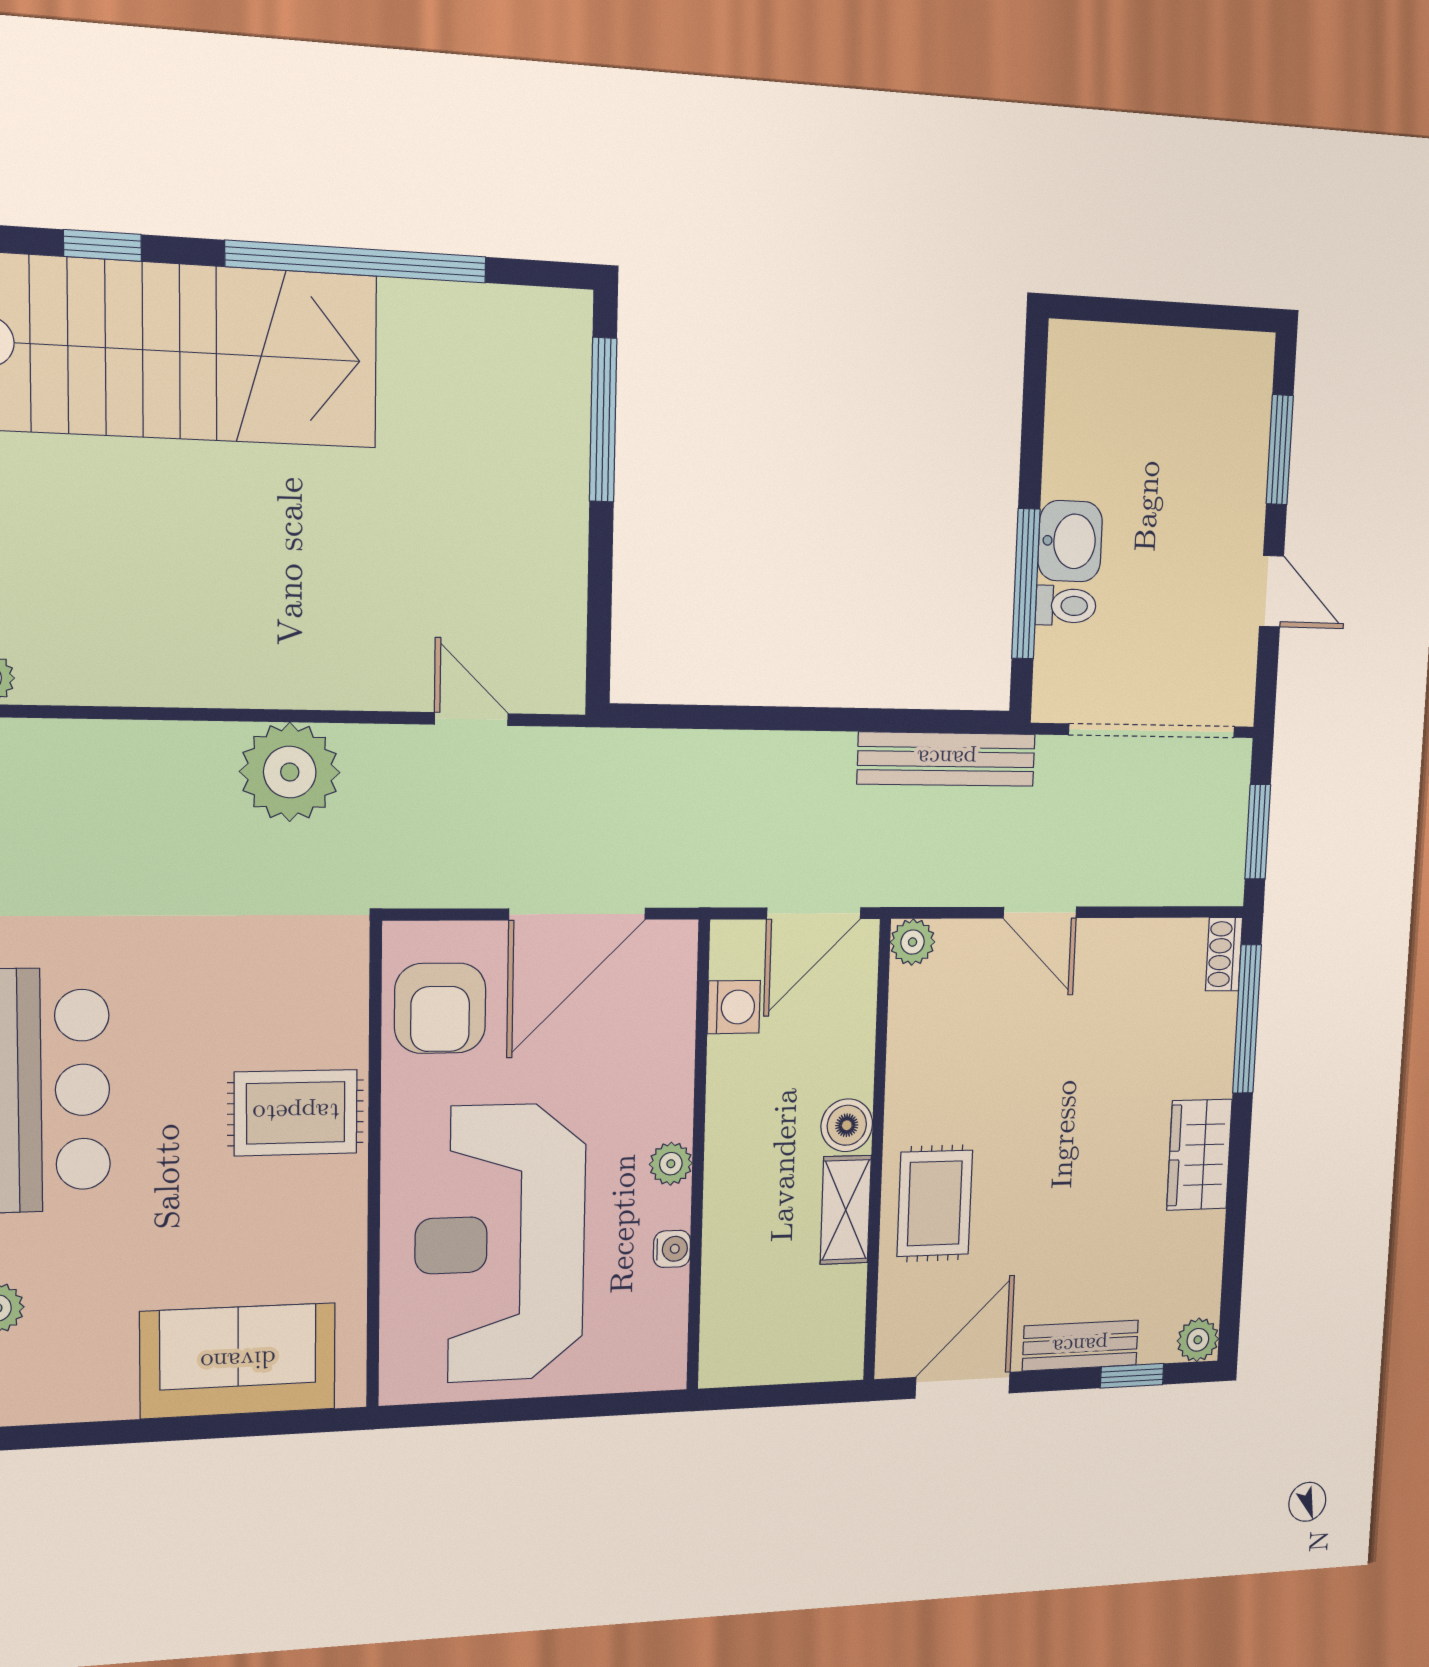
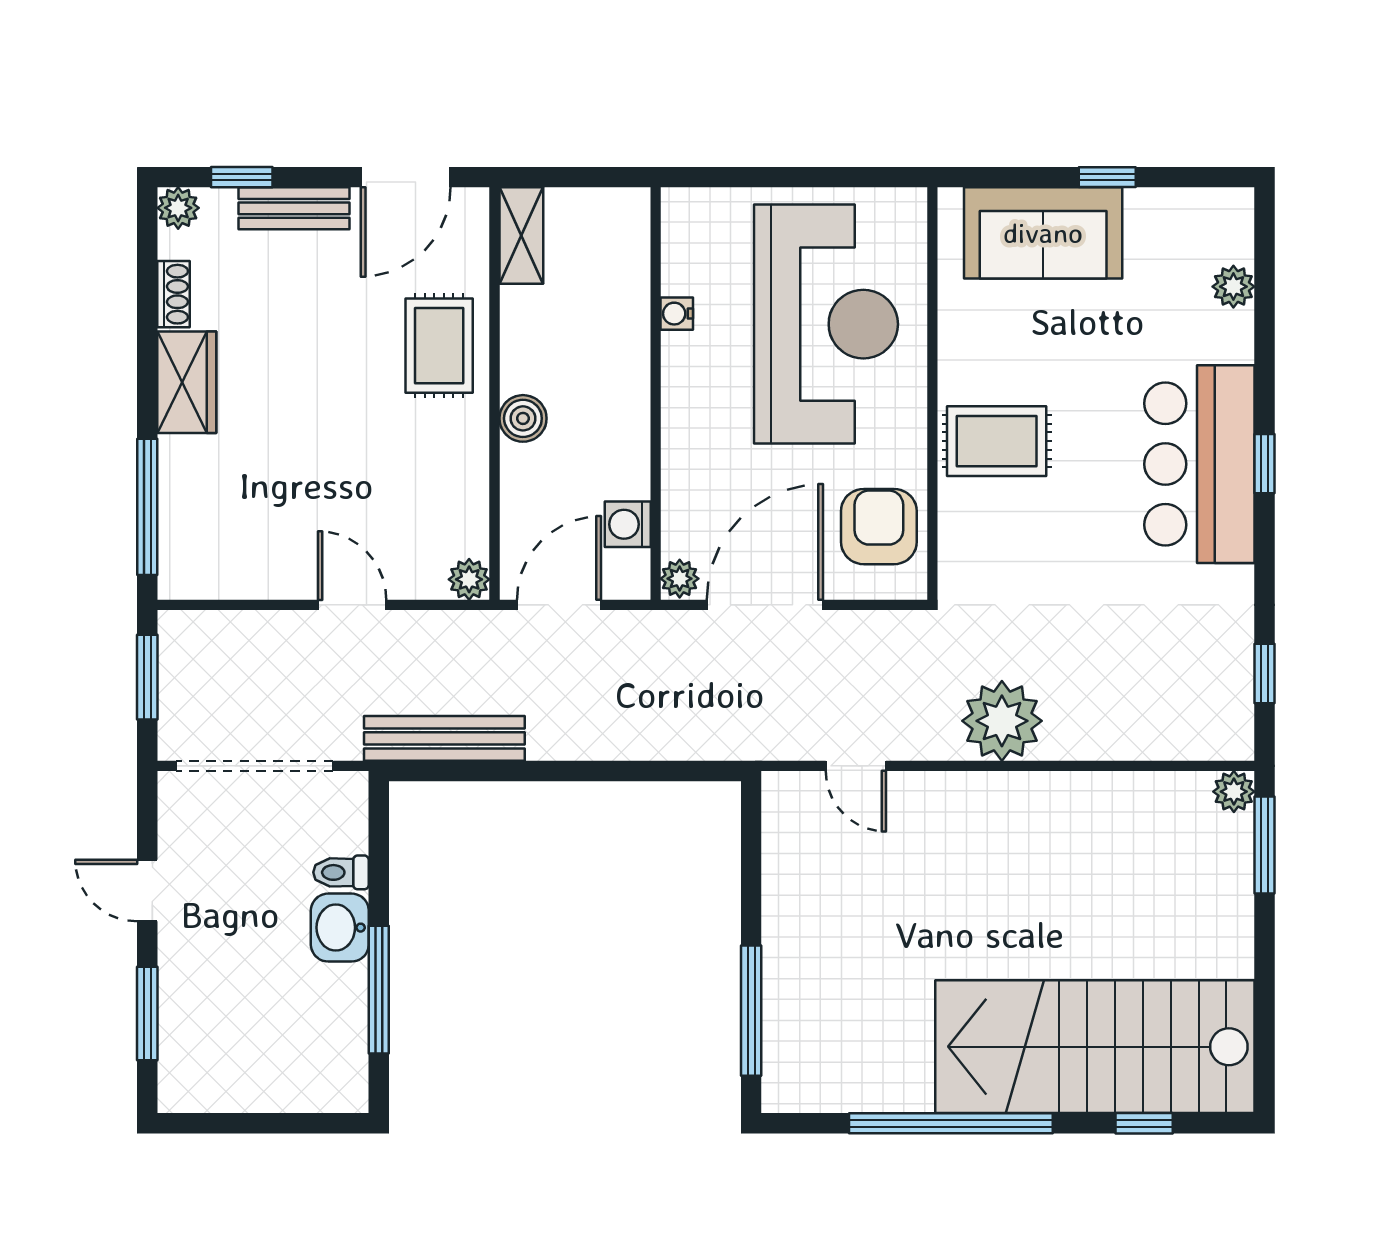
window: (1026, 584) -> (379, 990), moved
shoe rack: (1224, 954) -> (174, 294), moved
plant: (671, 1164) -> (680, 579), moved
shelving: (846, 1210) -> (521, 236), moved
window: (159, 1430) -> (1107, 177), added

